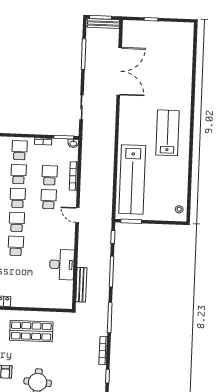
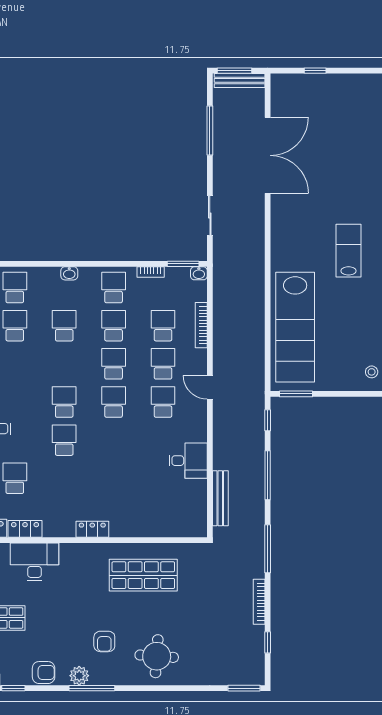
lab bench: (168, 133) -> (349, 251), width x0.73, depth x0.72
school desk: (16, 246) -> (163, 402), moved
desk: (62, 265) -> (188, 461), width x0.73

